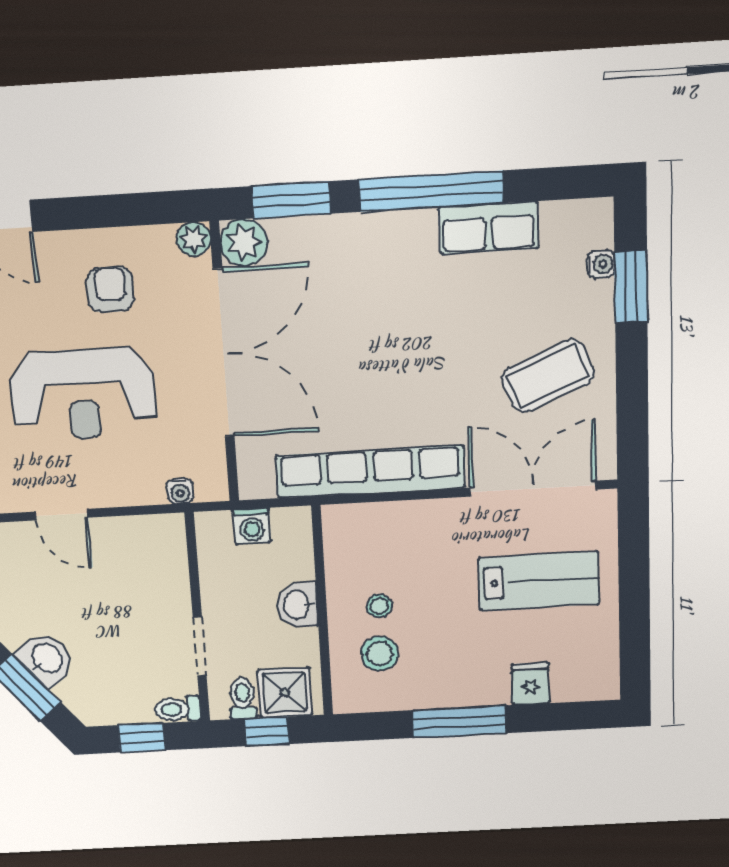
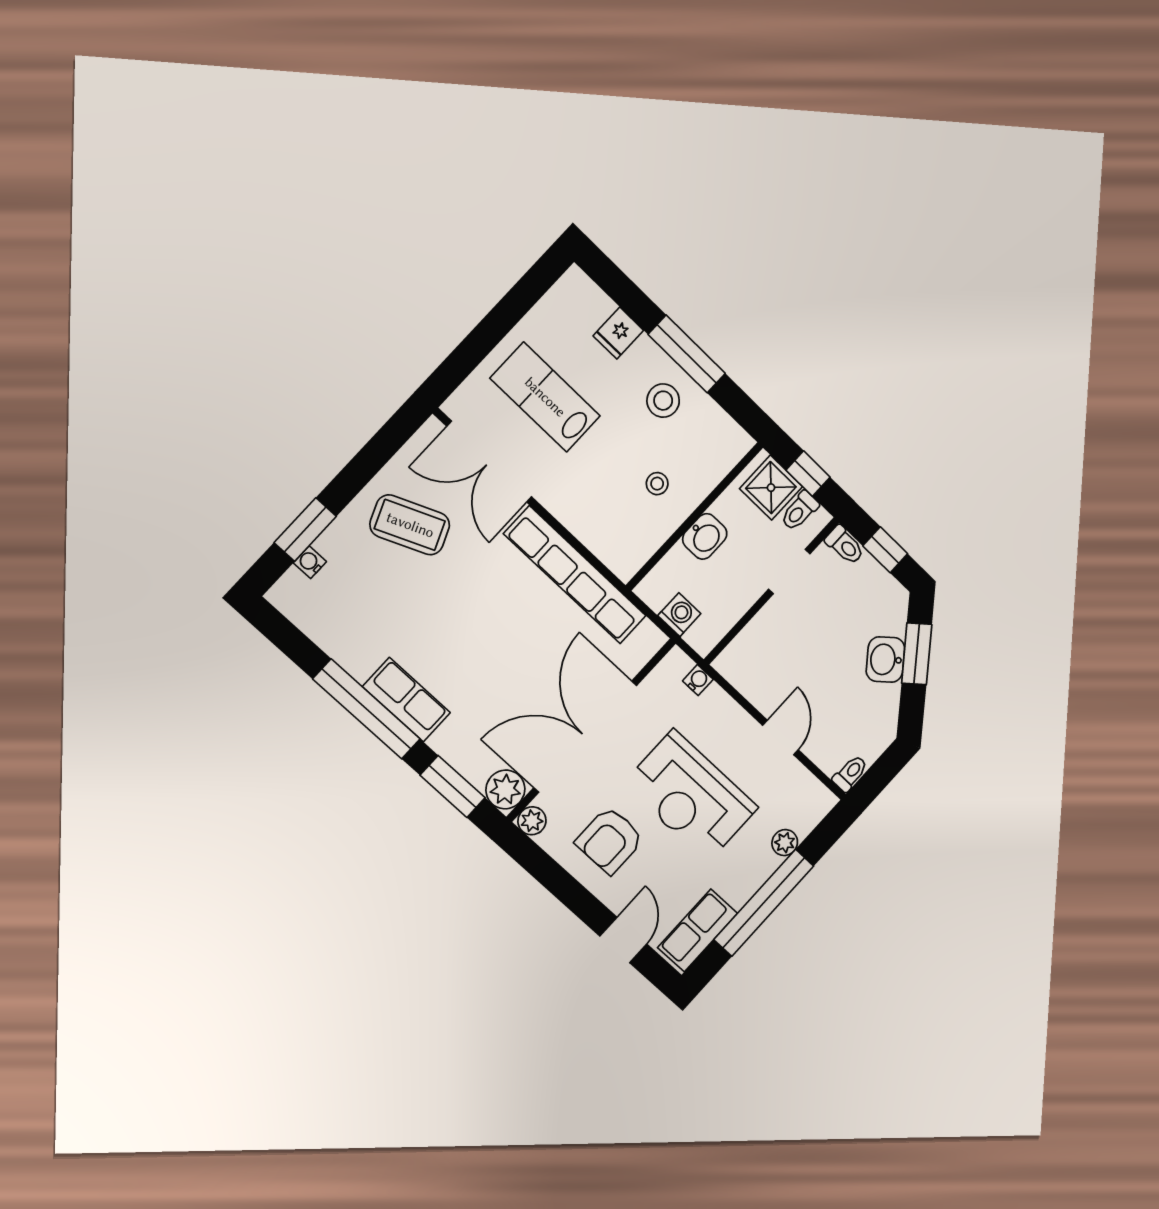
row of seats: (489, 228) -> (406, 700), moved
armchair: (110, 289) -> (610, 840), width x1.38, depth x1.38
reception desk: (83, 394) -> (691, 796), turned 180
stool: (380, 653) -> (663, 401), moved

